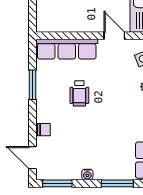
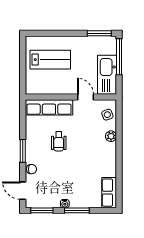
window: (32, 85) -> (23, 151), moved
window: (117, 183) -> (77, 210), moved

